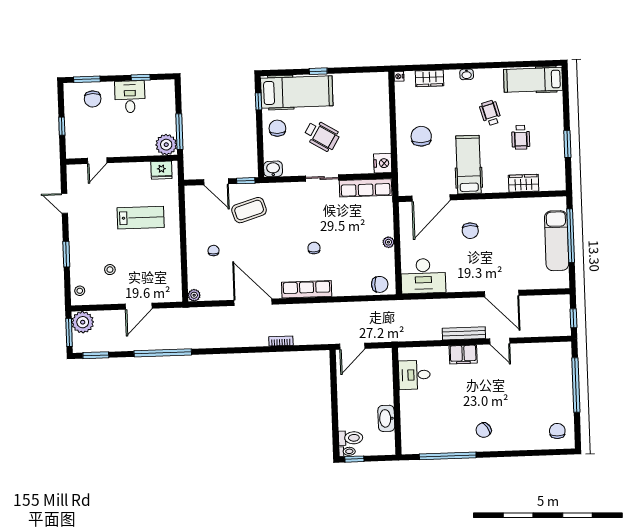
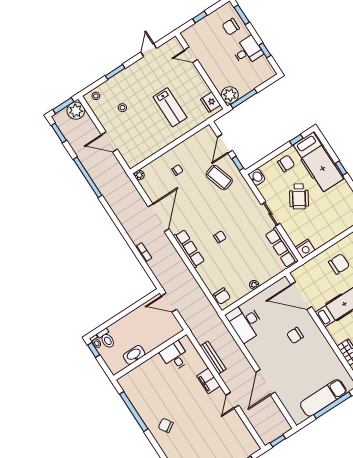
bench: (464, 333) -> (213, 358), moved

